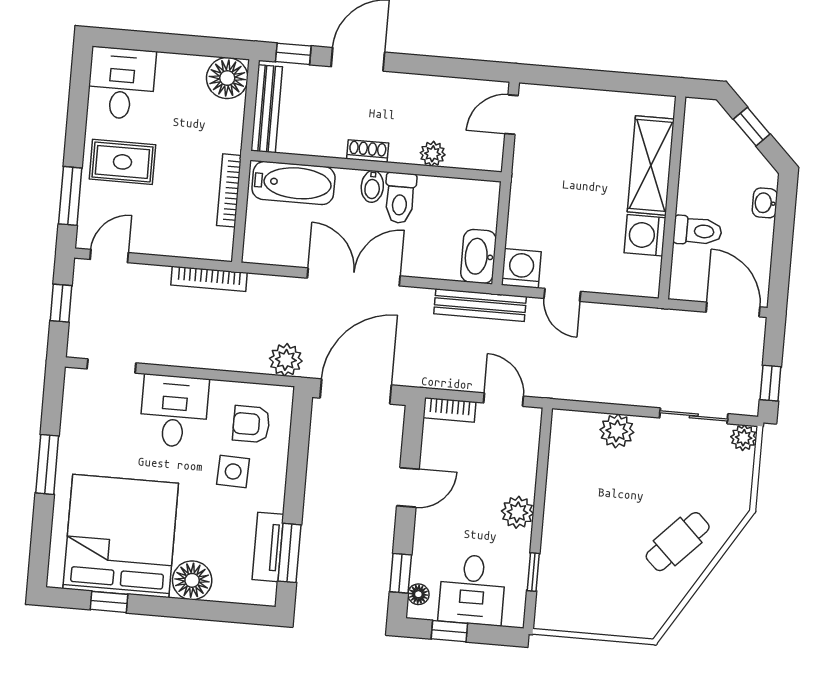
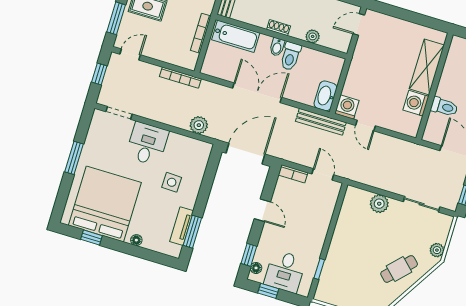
plant: (286, 360) -> (199, 125), moved
armchair: (251, 424) -> (187, 159), removed
plant: (744, 438) -> (437, 250), moved
door: (408, 487) -> (262, 210), hinge flipped
plant: (518, 512) -> (318, 236), removed
floor lamp: (192, 580) -> (136, 240), width x0.53, depth x0.53

